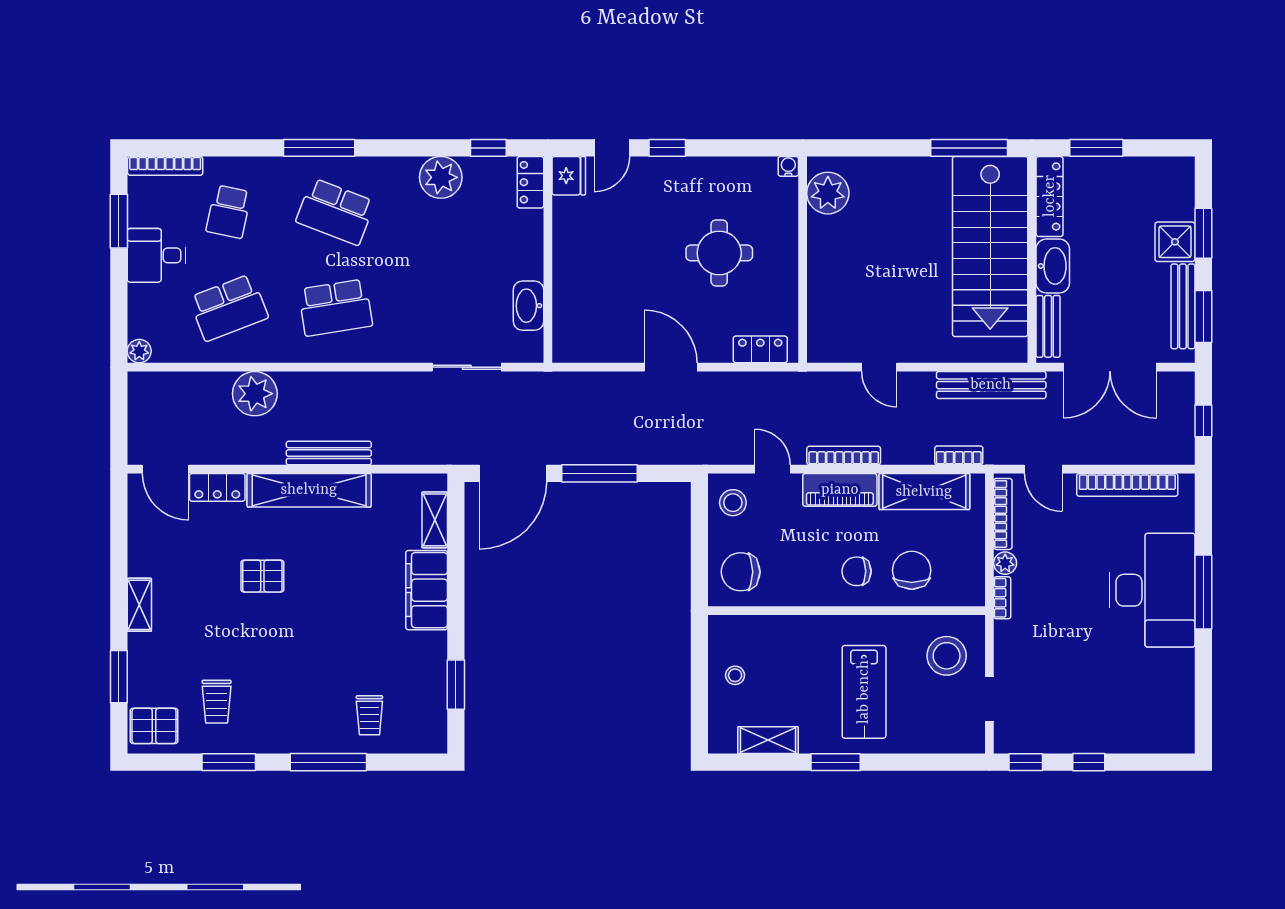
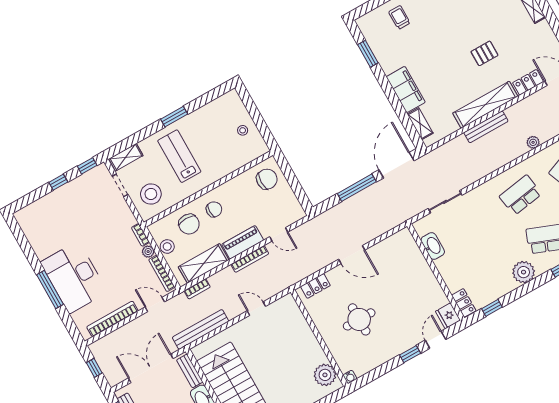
plant: (441, 177) -> (524, 272), moved
plant: (255, 394) -> (533, 142), width x0.53, depth x0.53
stool: (733, 503) -> (167, 246), moved
shelving: (768, 740) -> (126, 157), moved

